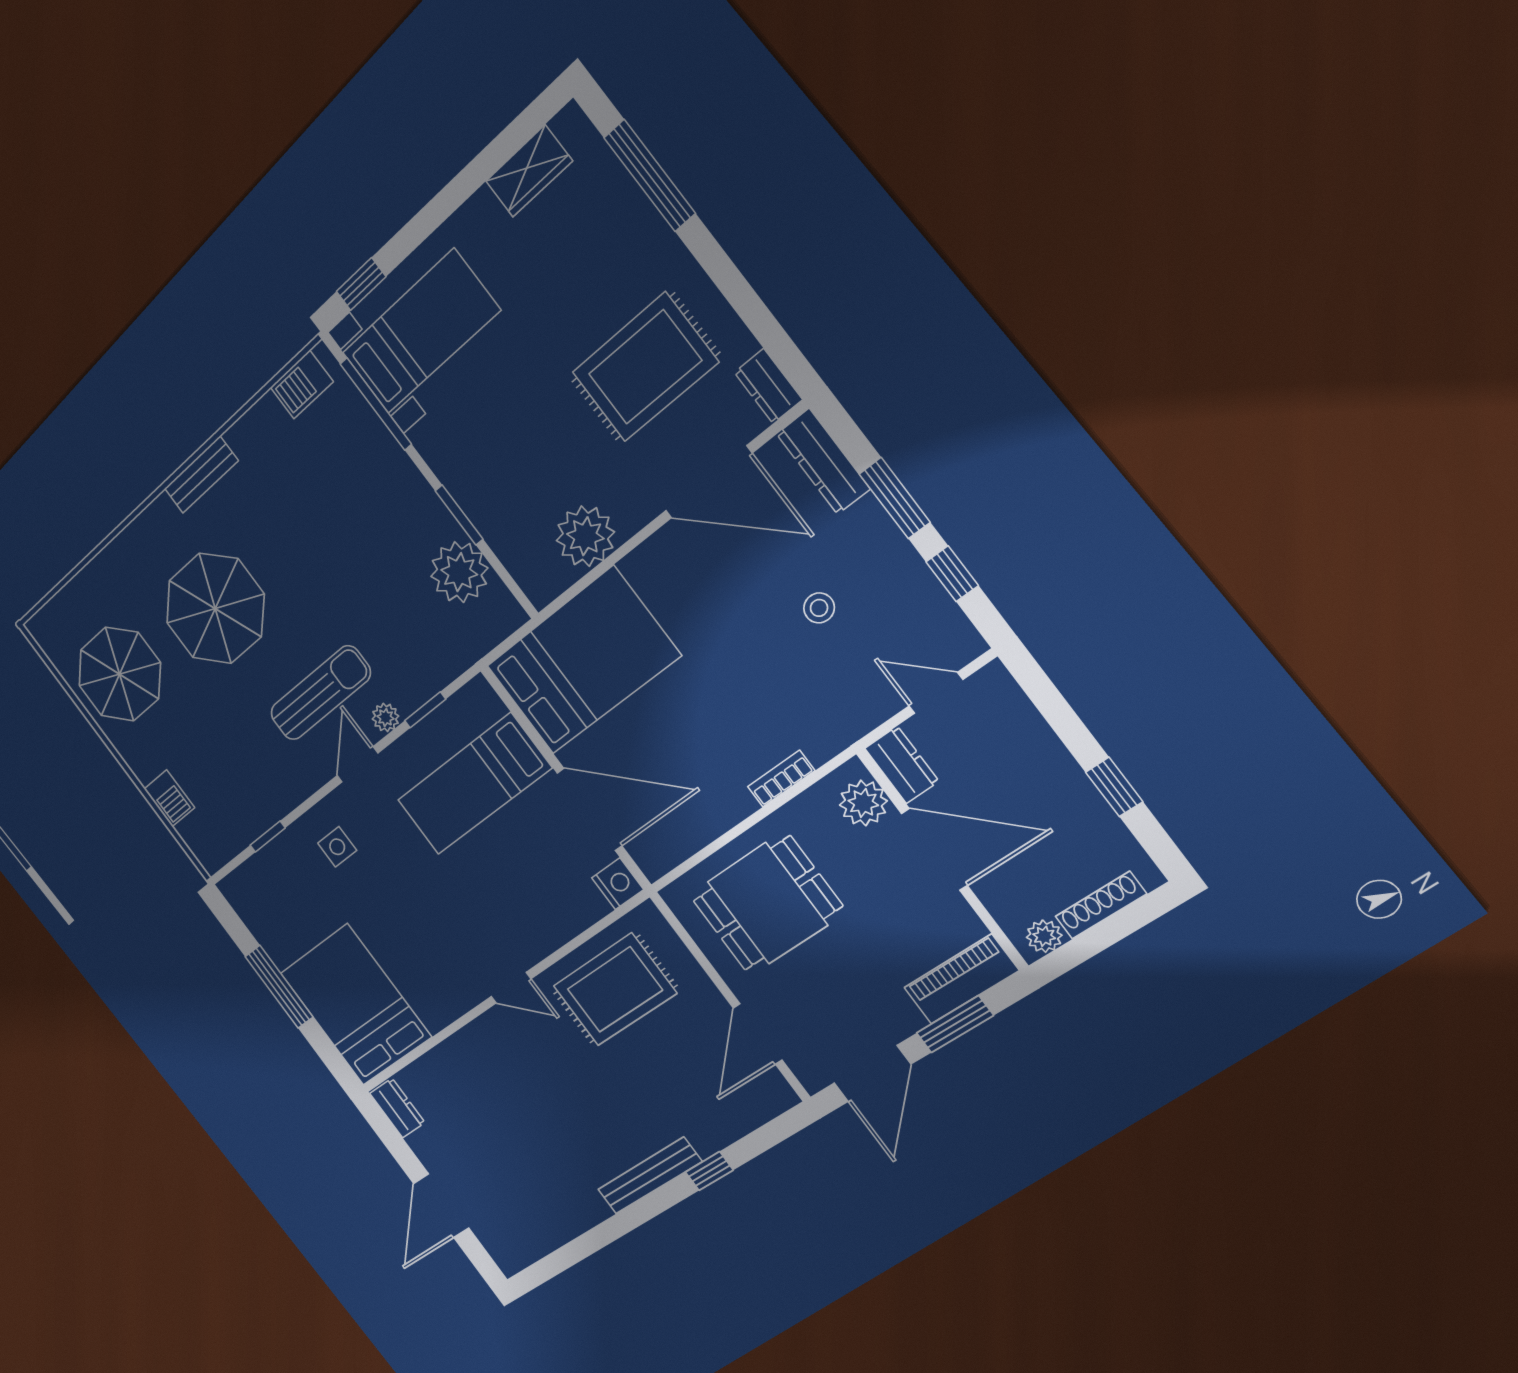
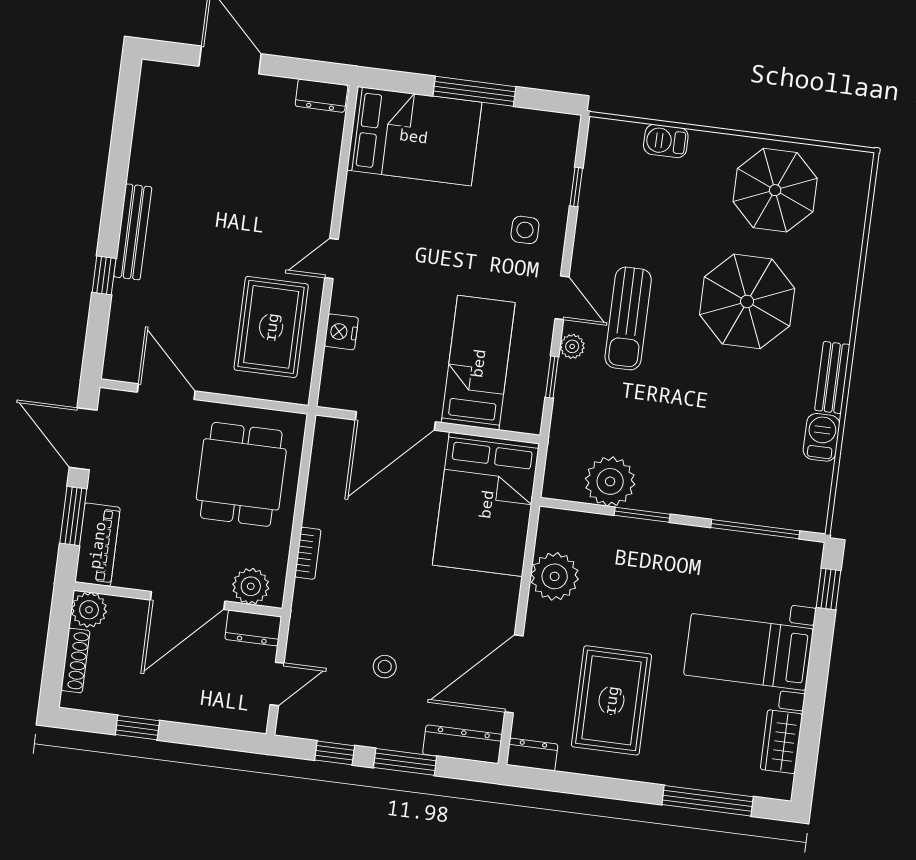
bed with nightstands: (421, 332) -> (749, 652), moved, turned 90
barbecue: (302, 384) -> (821, 437), moved
nightstand: (618, 884) -> (341, 332), moved, turned 90
plant: (1044, 936) -> (89, 610), width x1.38, depth x1.38

